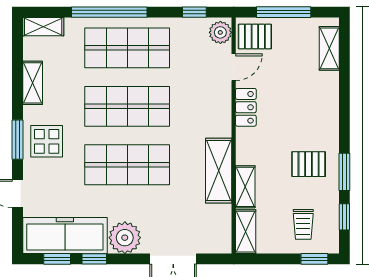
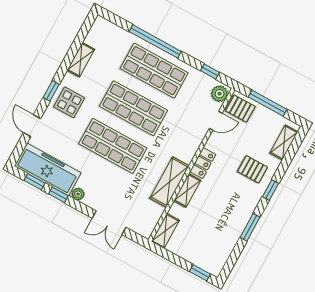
shelving: (43, 27) -> (108, 27), removed
locker: (246, 107) -> (203, 163), moved
window: (17, 140) -> (51, 91), width x0.67
pallet: (309, 164) -> (252, 169), moved
shelving: (245, 187) -> (187, 190), moved
window: (344, 217) -> (271, 190), moved
trolley: (303, 224) -> (205, 246), removed
plant: (125, 238) -> (78, 194), width x0.53, depth x0.53

